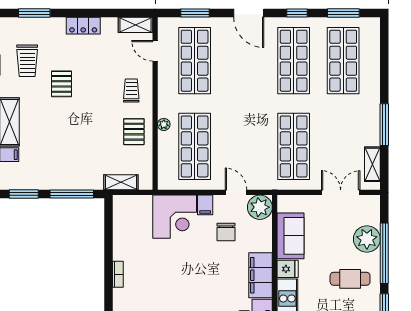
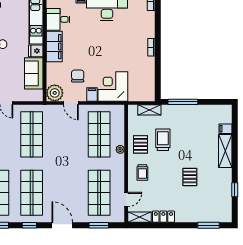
locker: (83, 26) -> (163, 217), moved
door: (155, 51) -> (126, 200), hinge flipped
trolley: (27, 61) -> (163, 140), moved
window: (24, 194) -> (216, 102), removed

